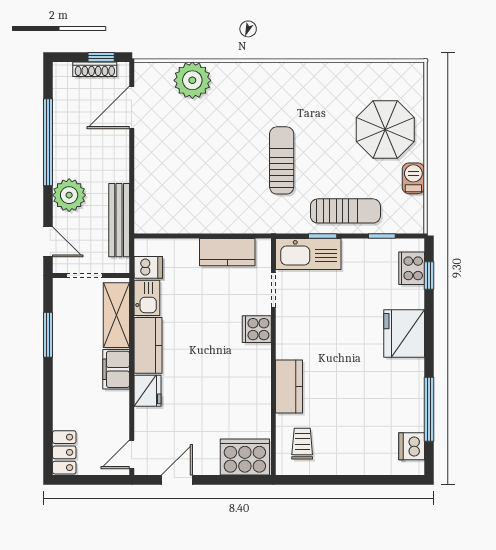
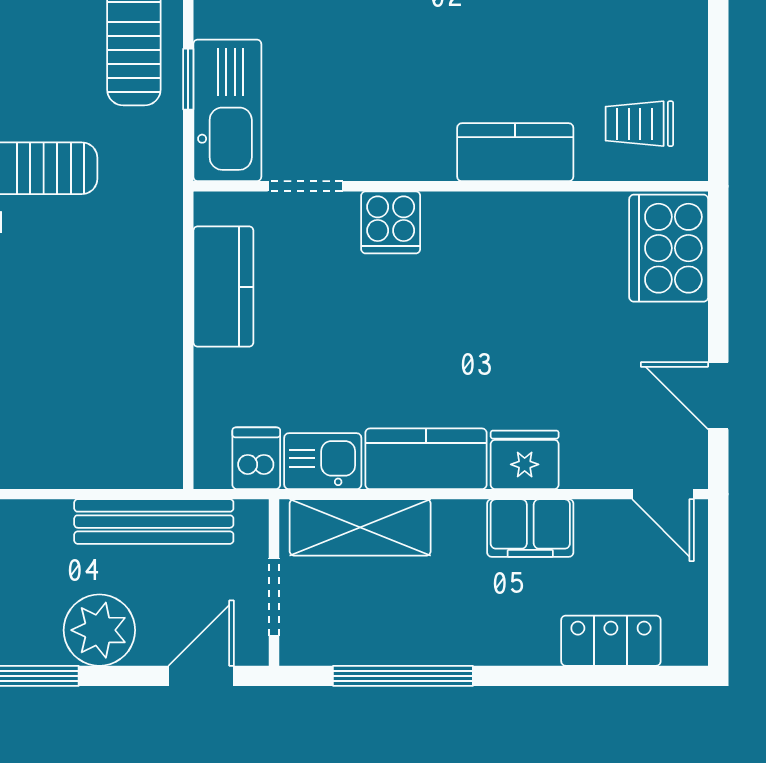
window: (48, 335) -> (403, 676), width x1.44
filing cabinet: (116, 369) -> (530, 528), moved
locker: (64, 452) -> (611, 641), moved

